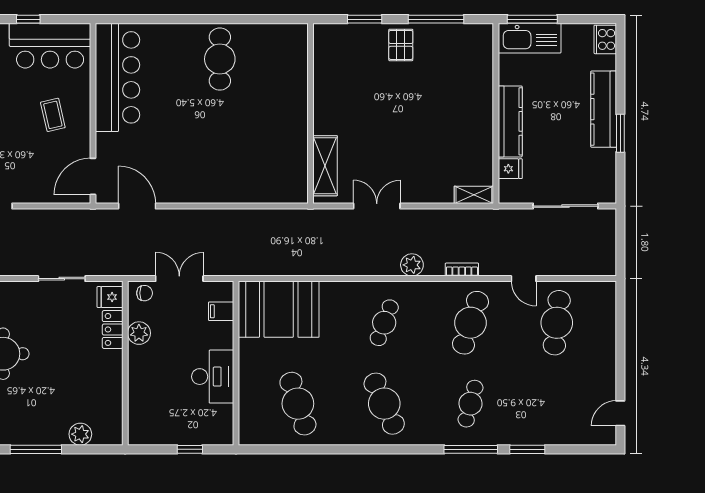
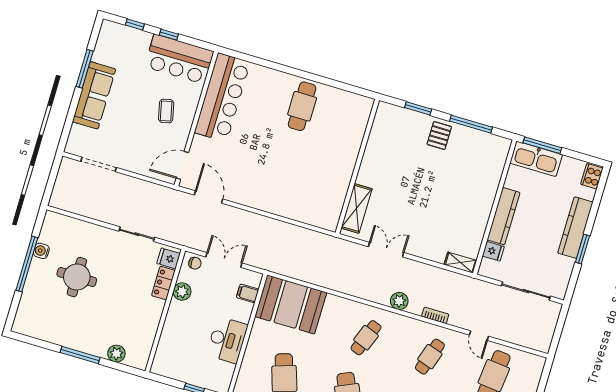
cafe table: (470, 323) -> (430, 357), width x0.73, depth x0.74

